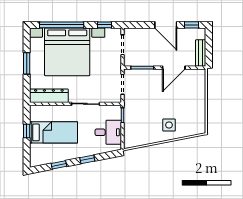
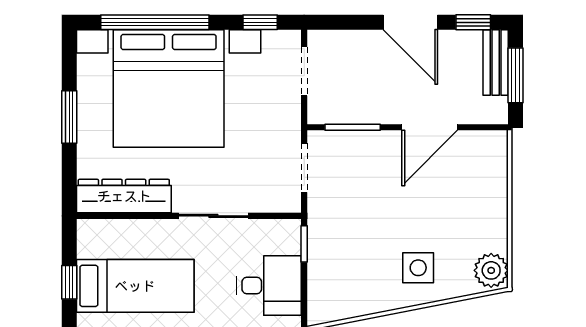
window: (209, 46) -> (516, 75), added
bench: (201, 53) -> (496, 62), moved
plant: (199, 126) -> (491, 270), added

